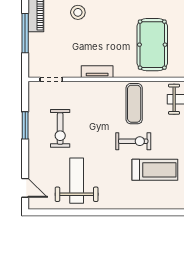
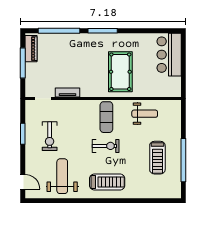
stool: (78, 12) -> (63, 47), removed
tv unit: (97, 72) -> (67, 92), moved
treadmill: (155, 170) -> (107, 182), moved

